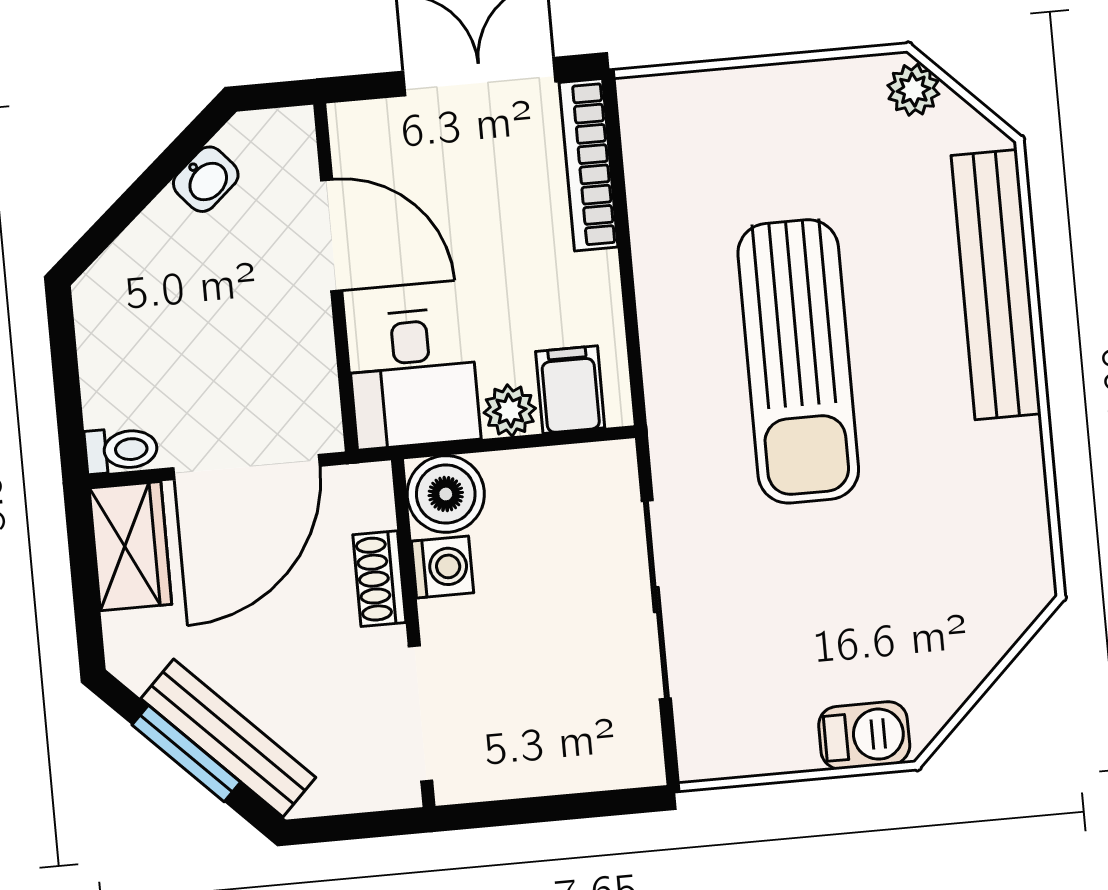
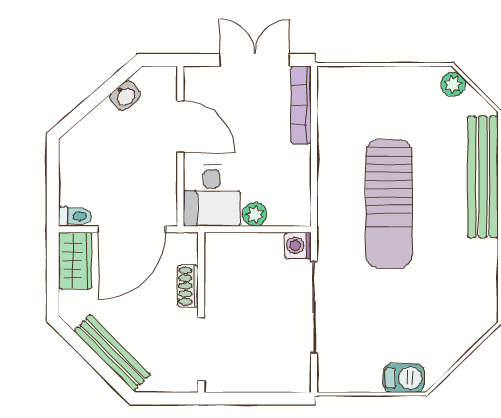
filing cabinet: (570, 390) -> (283, 207), removed
boiler: (446, 494) -> (222, 250), removed
washing machine: (442, 567) -> (298, 245), moved, turned 180
window: (186, 754) -> (92, 358), removed

